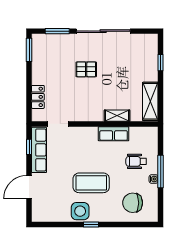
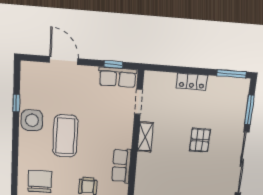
locker: (38, 97) -> (192, 82), moved
shelving: (117, 116) -> (145, 137), moved
row of seats: (39, 150) -> (118, 77), width x0.68
window: (91, 224) -> (16, 103), moved

